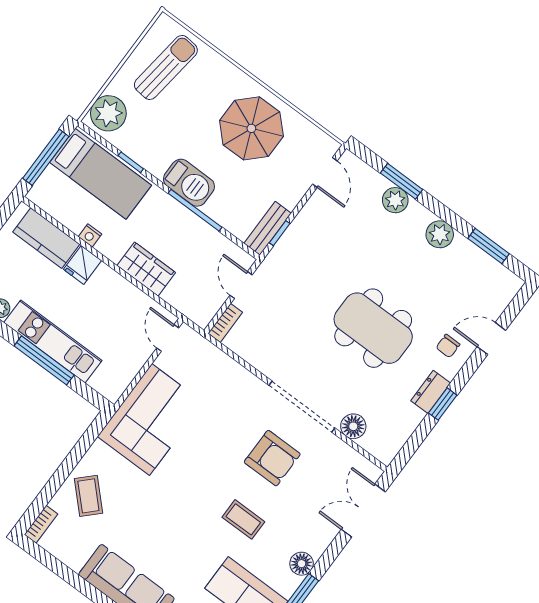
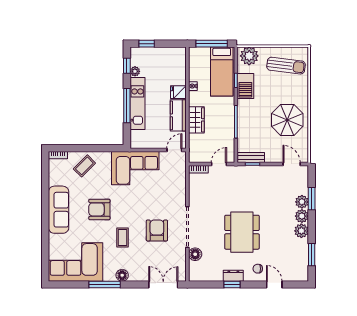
door: (325, 172) -> (292, 164), swing flipped
barbecue: (189, 183) -> (245, 86), moved
plant: (417, 217) -> (302, 216), added
kitchen counter: (46, 238) -> (178, 115), moved
armchair: (272, 458) -> (157, 230), turned 180
armchair: (173, 523) -> (99, 209), added

